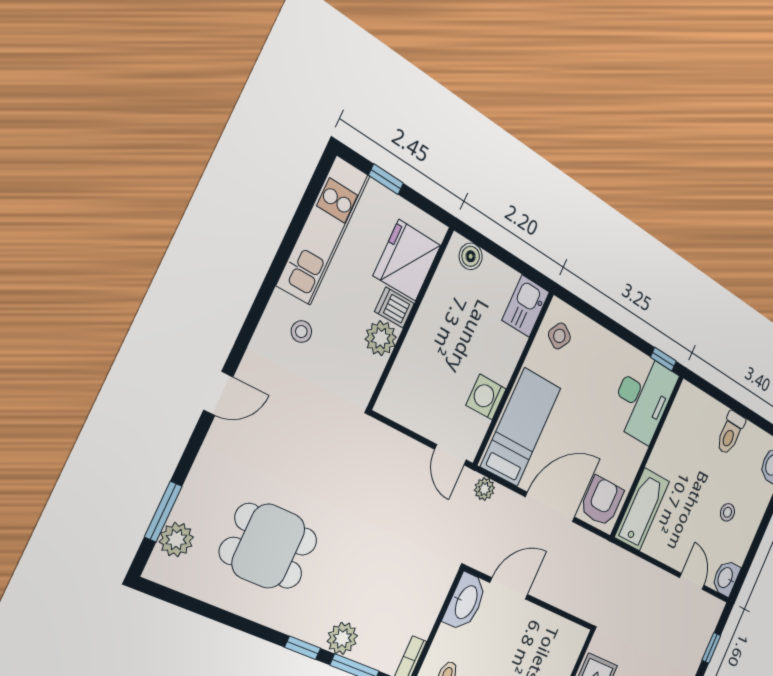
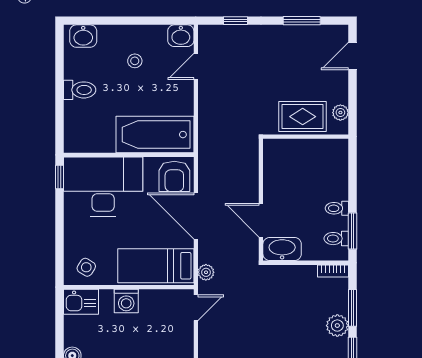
washing machine: (486, 397) -> (126, 301), moved
desk: (643, 398) -> (103, 187), width x1.36, depth x1.30
armchair: (602, 501) -> (174, 176), turned -90
bathtub: (642, 509) -> (155, 135), width x1.36, depth x1.36

